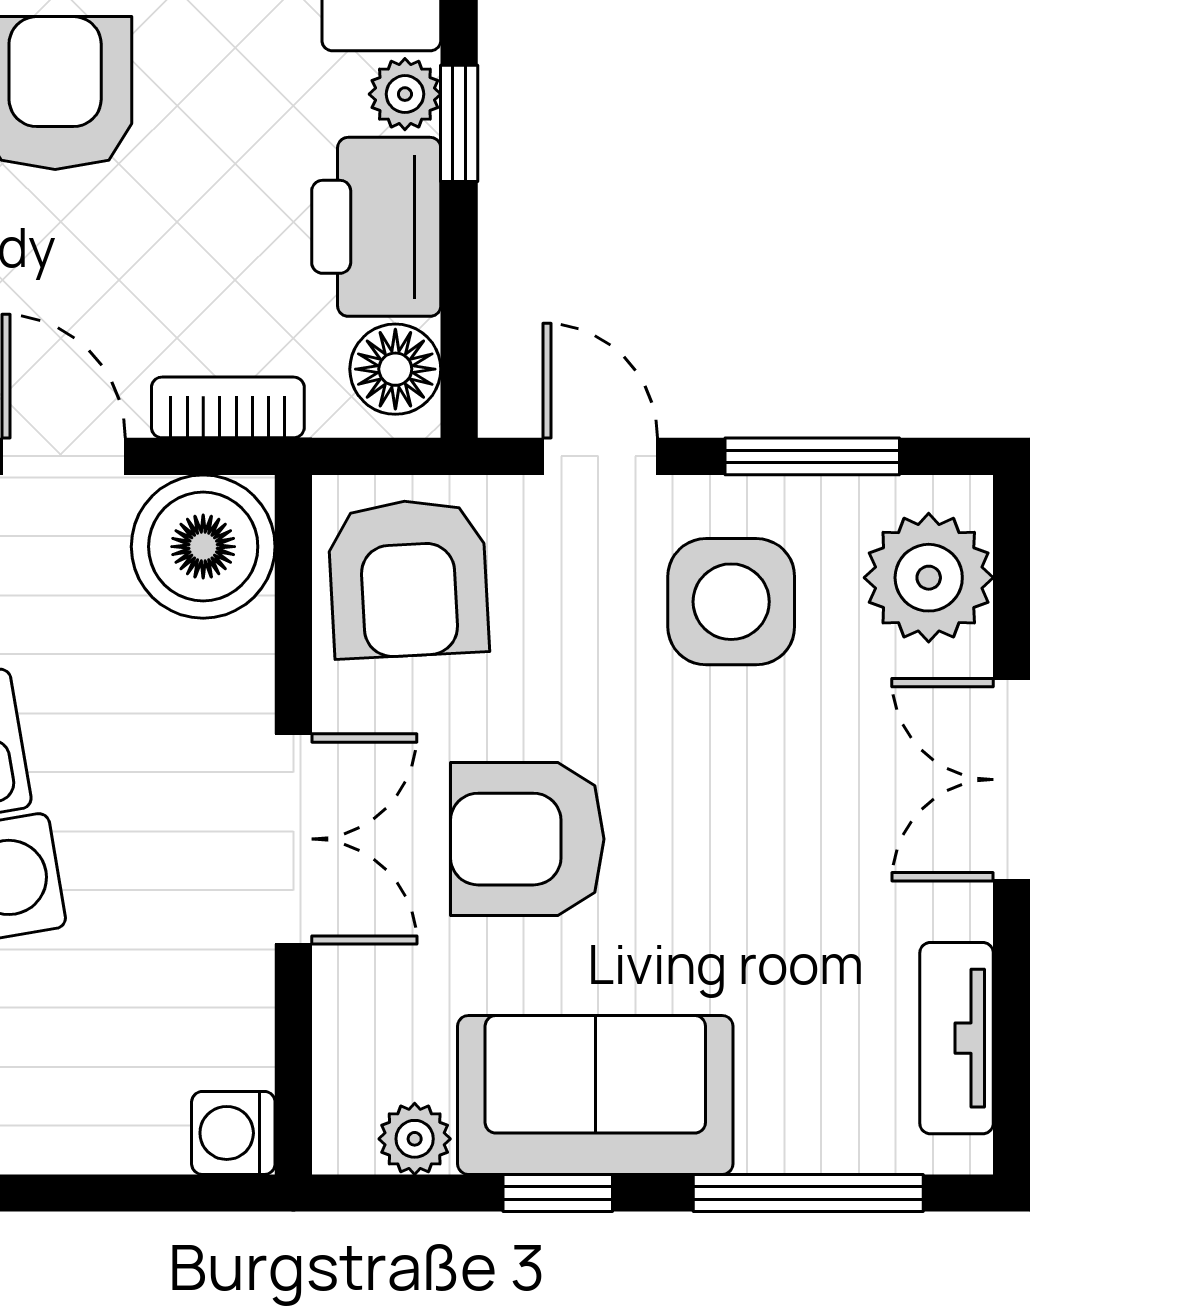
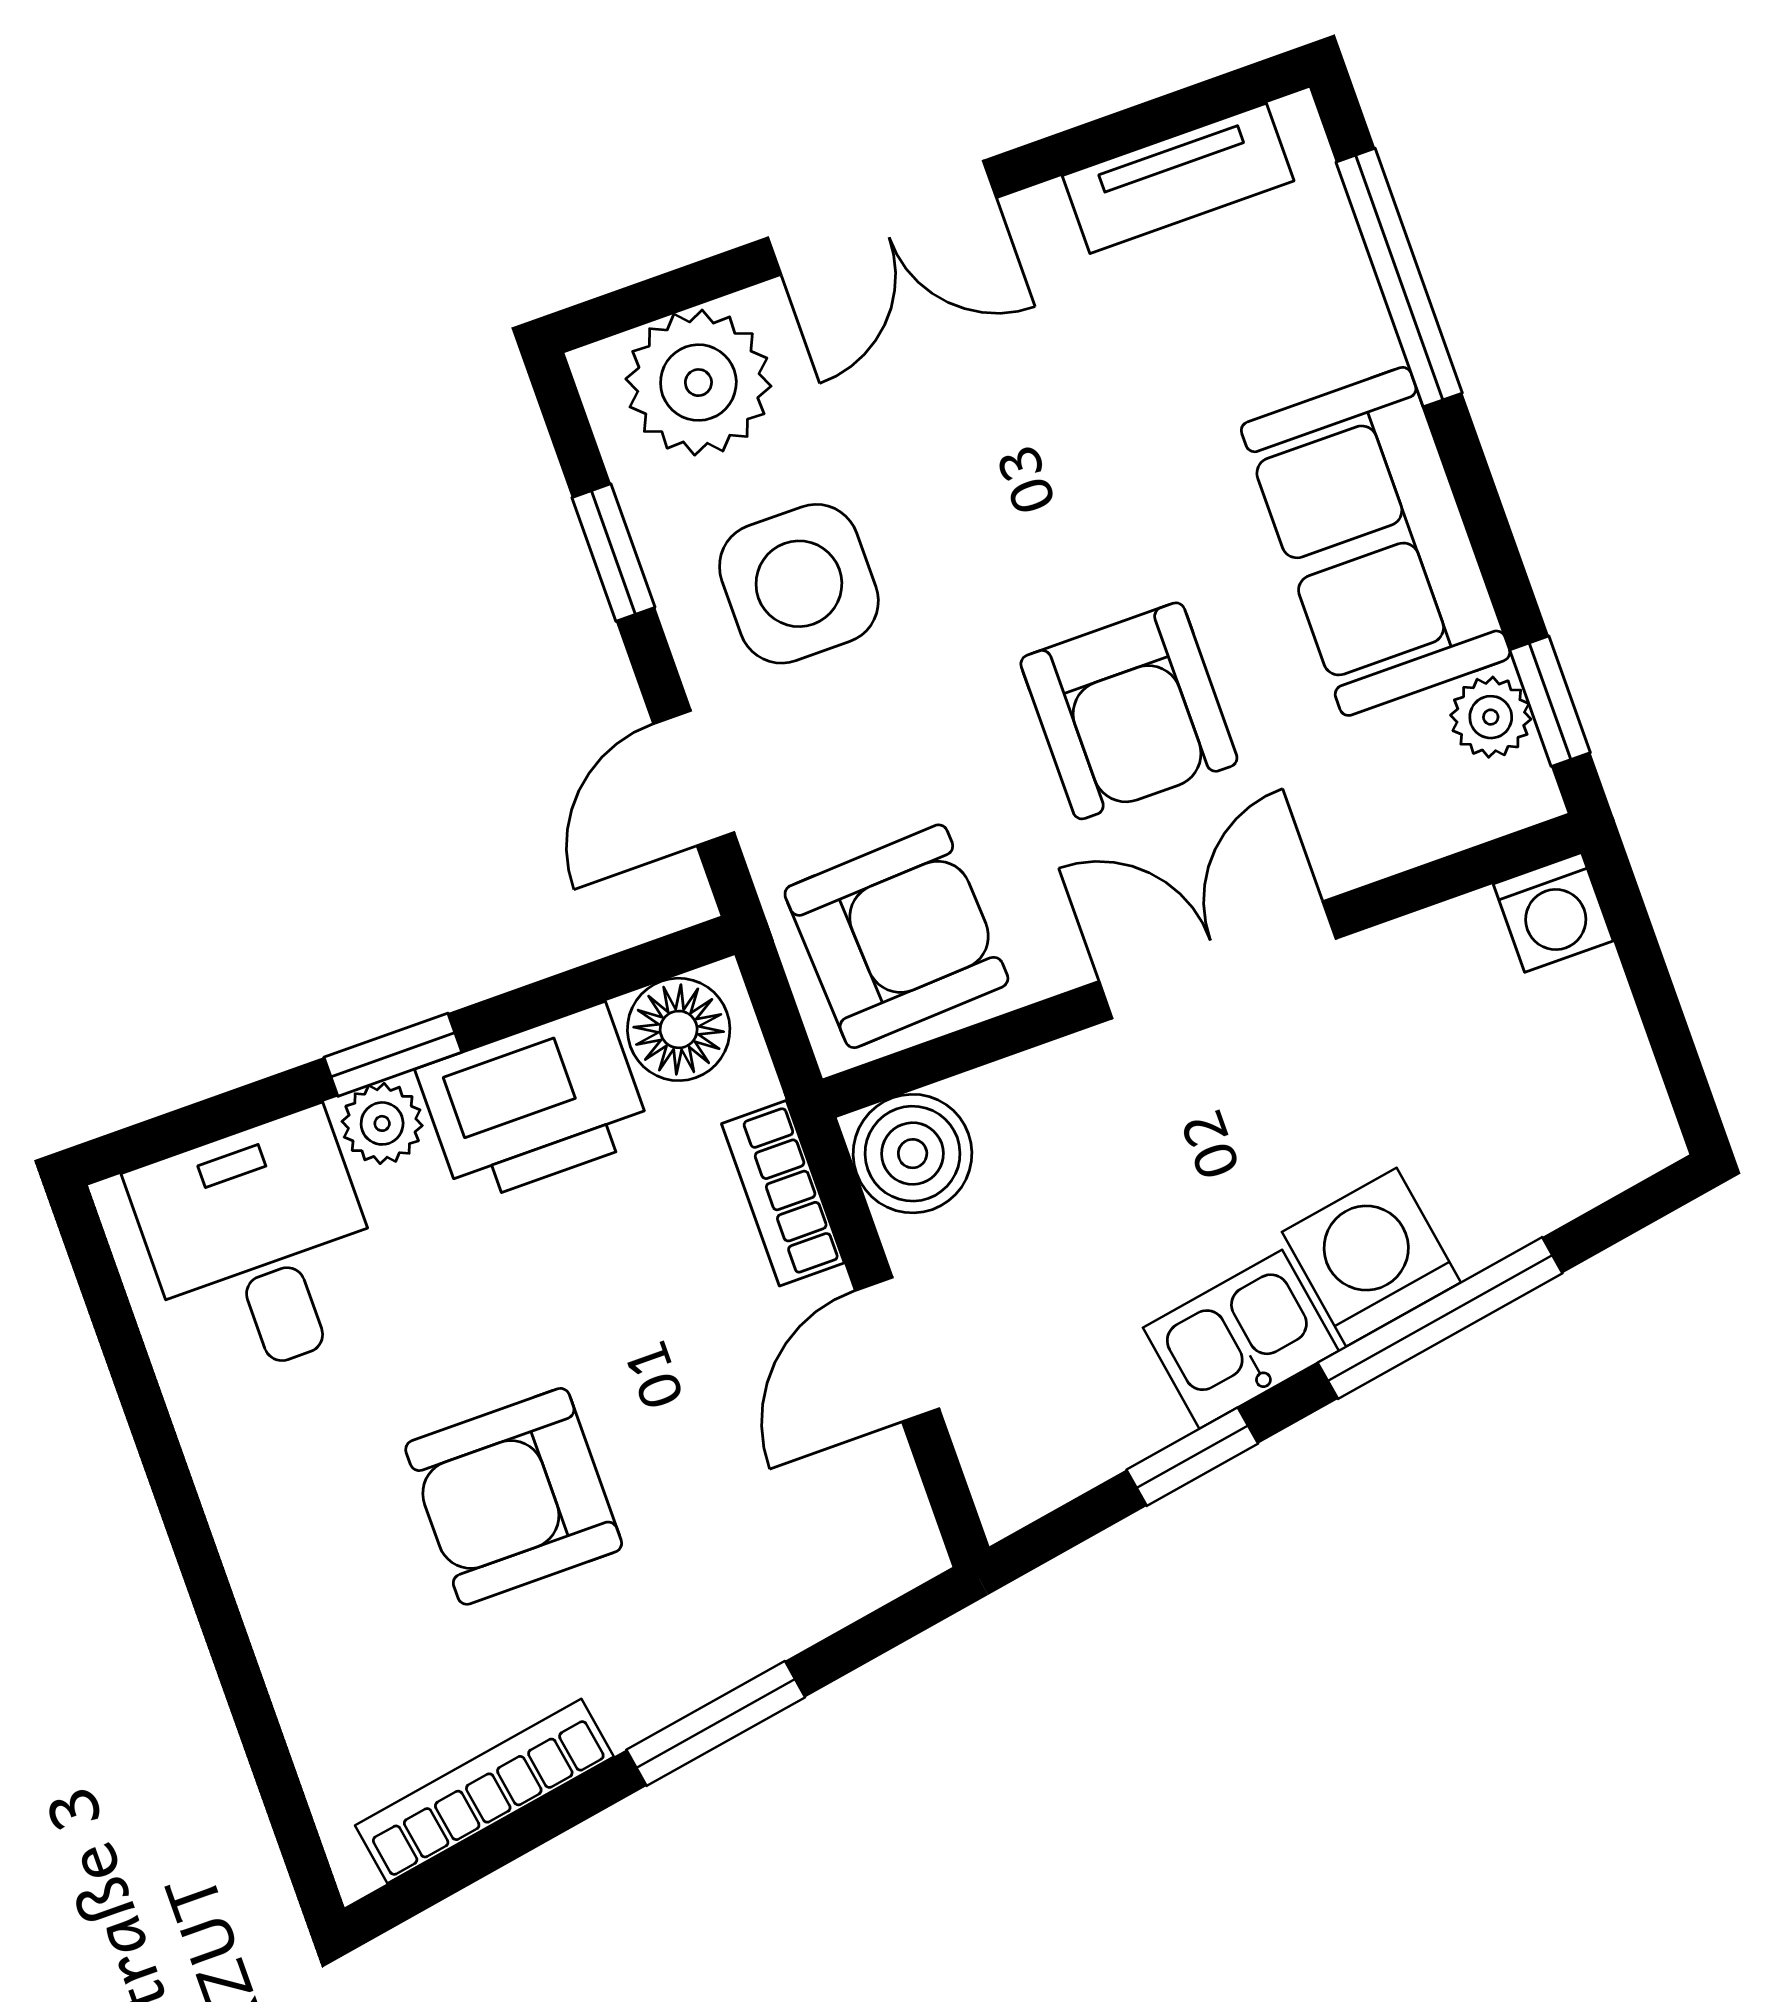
window: (812, 456) -> (613, 553), width x0.67
boiler: (203, 547) -> (913, 1154), width x0.73, depth x0.73
window: (558, 1193) -> (1550, 701), moved

